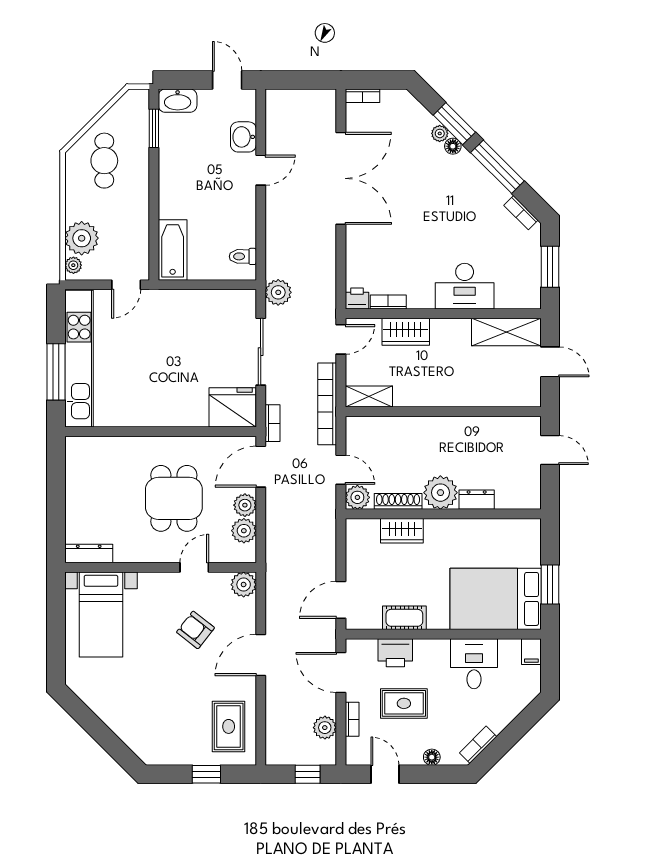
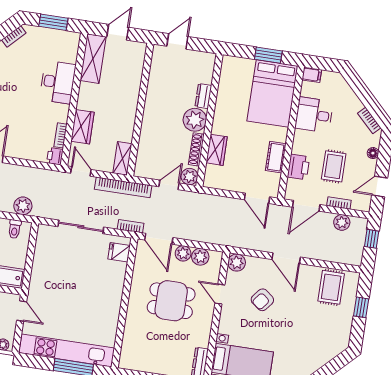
plant: (278, 292) -> (23, 206), moved
fridge: (233, 407) -> (119, 252), width x0.53, depth x0.75
rug: (229, 726) -> (331, 287), turned 90

